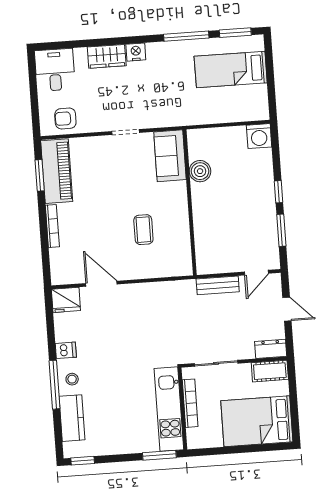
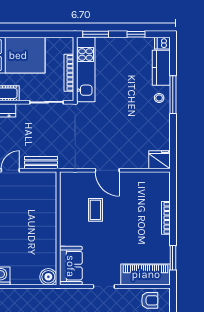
piano: (57, 171) -> (146, 274), moved, turned 90
boiler: (200, 171) -> (48, 277), moved
door: (101, 284) -> (107, 170), moved
dishwasher: (66, 350) -> (162, 43), moved
window: (83, 461) -> (136, 34), moved

